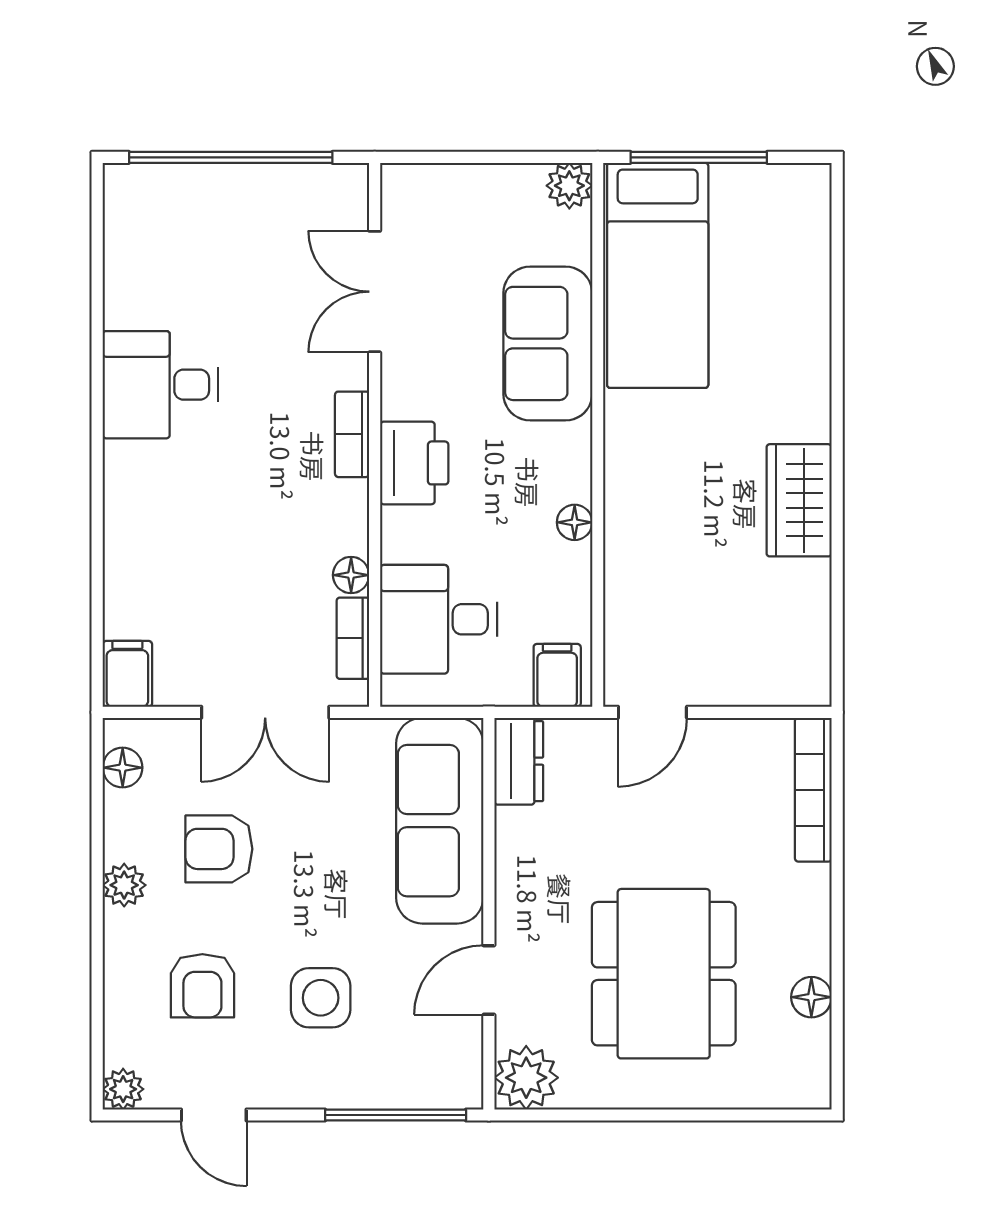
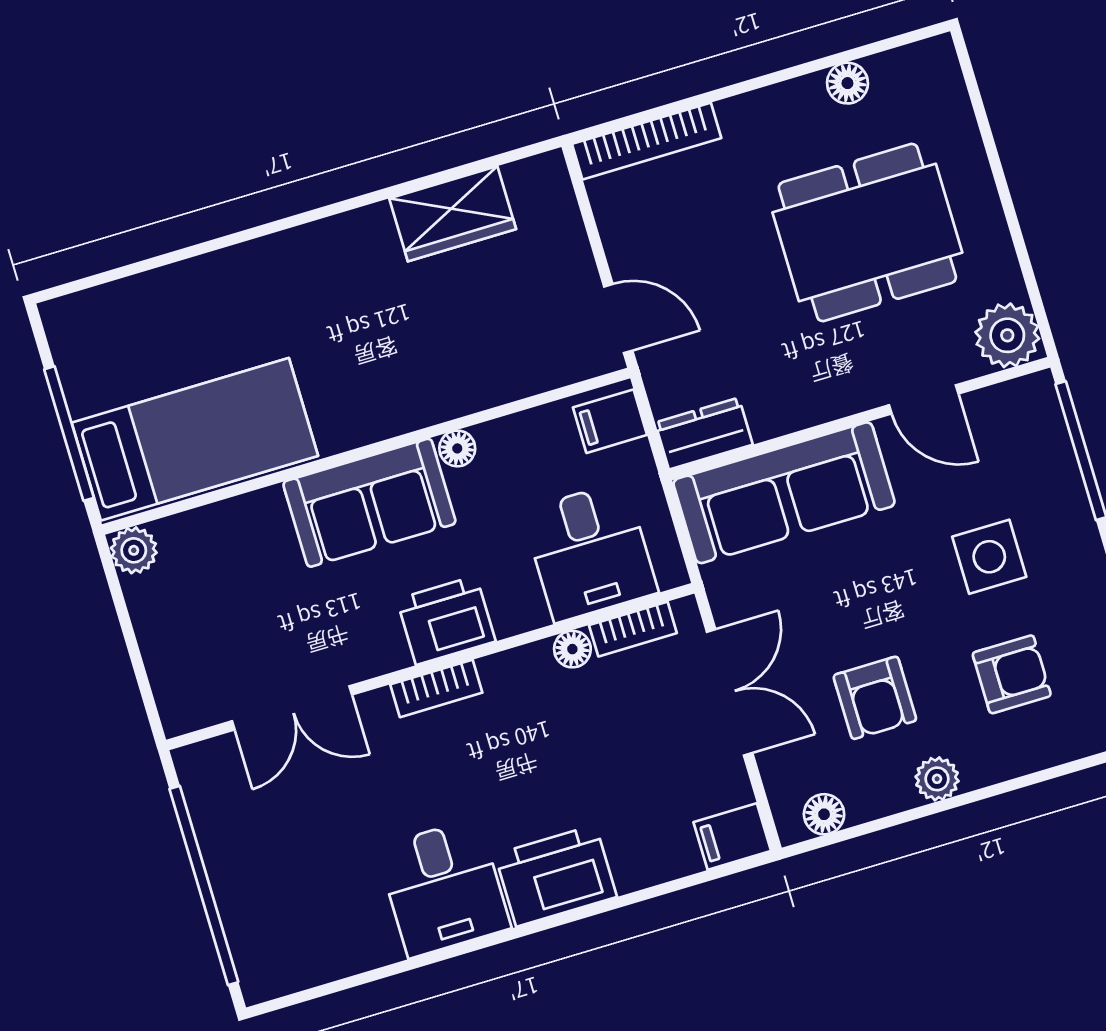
sofa: (548, 343) -> (369, 503), moved
printer: (140, 495) -> (556, 876), added
wardrobe: (799, 500) -> (453, 214), moved

